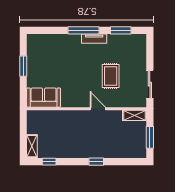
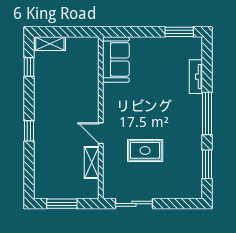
tv unit: (94, 39) -> (196, 77), moved
window: (23, 66) -> (179, 32), moved
door: (98, 109) -> (101, 133), swing flipped
shelving: (135, 115) -> (92, 162), moved

